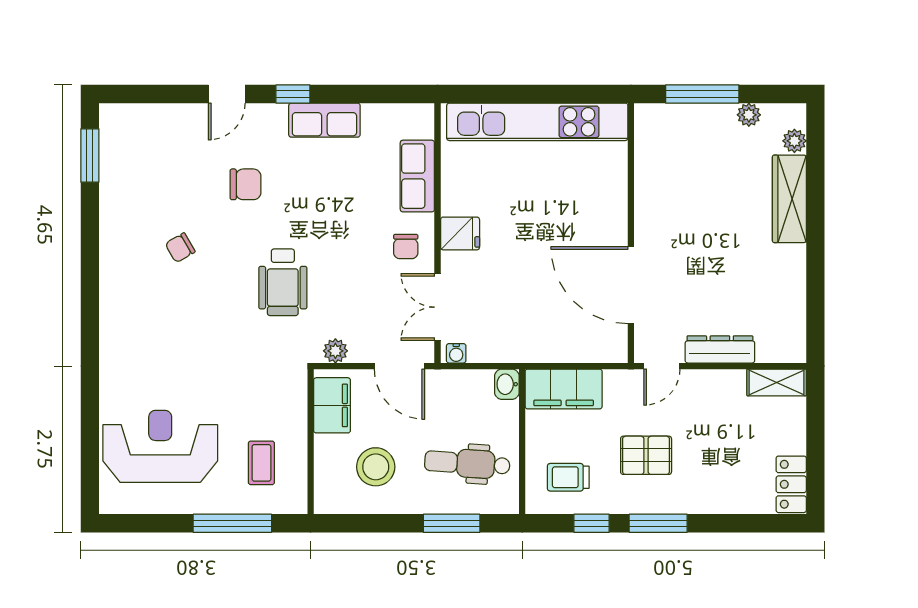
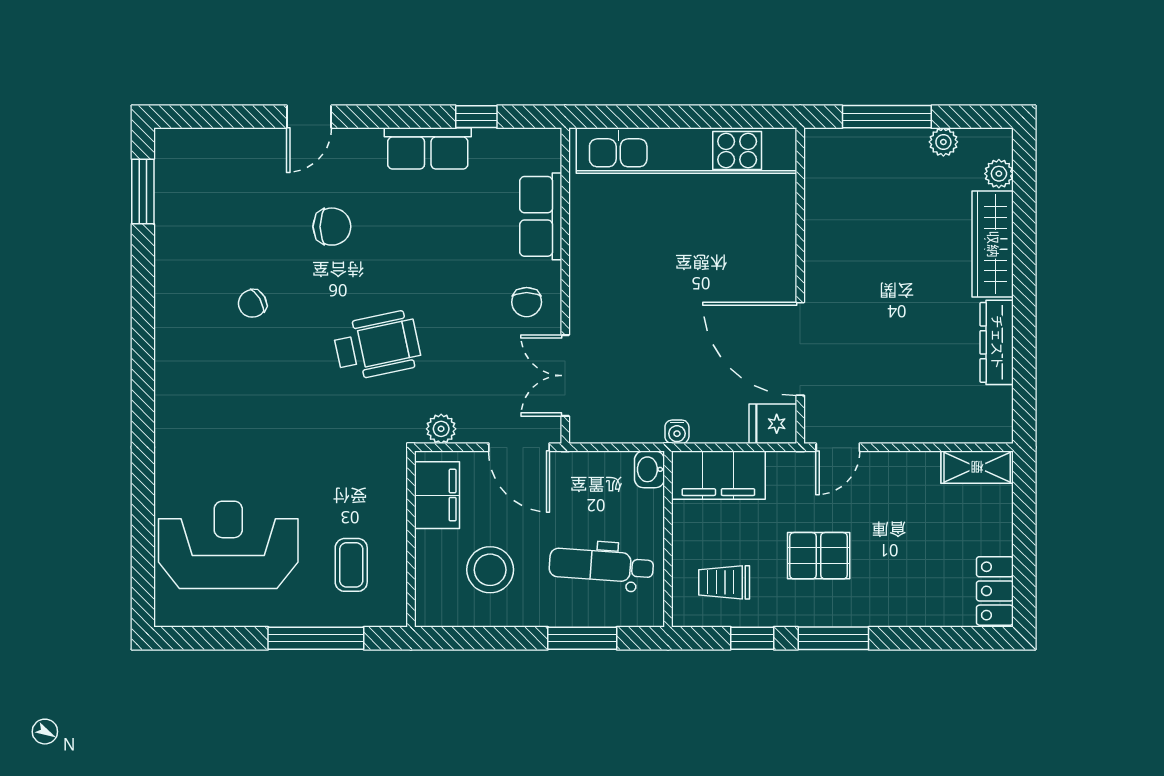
window: (293, 94) -> (476, 117), moved
fridge: (460, 233) -> (773, 424), moved, turned 180
wheelchair: (283, 282) -> (377, 346), turned -102
dresser: (720, 349) -> (997, 342), moved, turned -90
water cooler: (456, 353) -> (677, 432), moved

